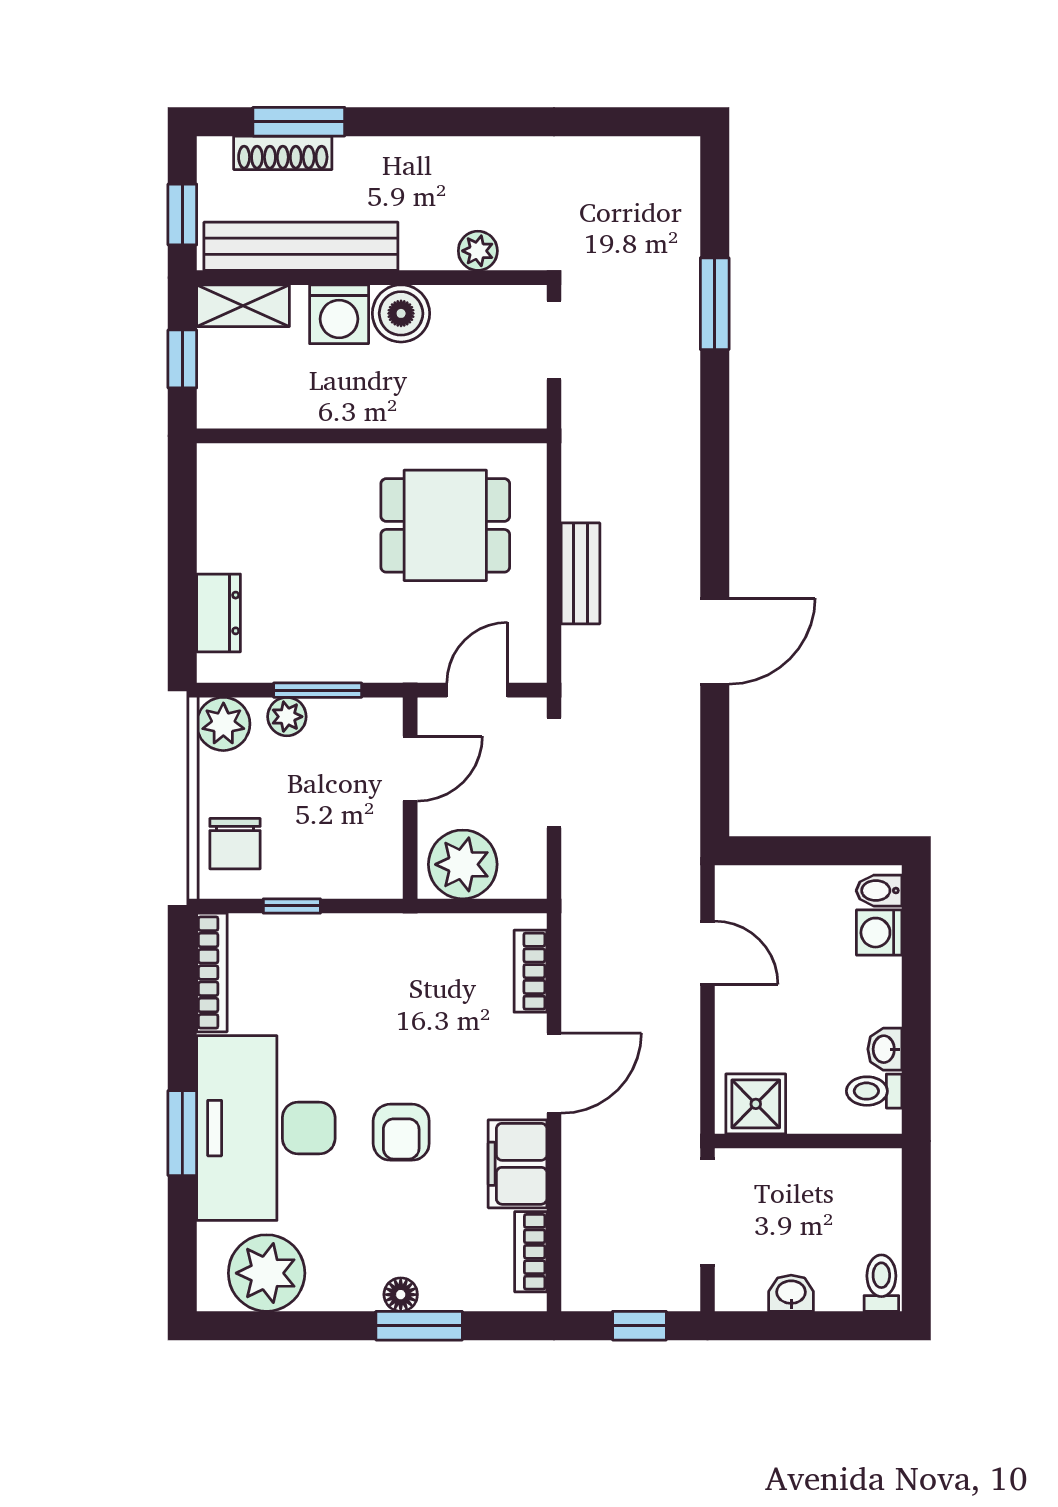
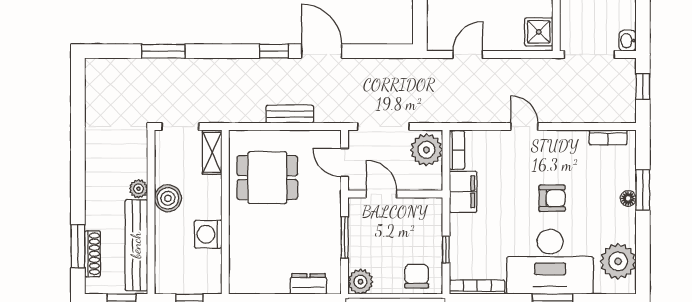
plant: (478, 251) -> (139, 189), moved
shelving: (243, 306) -> (212, 152), moved
washing machine: (339, 314) -> (208, 234), moved, turned 180
dining table: (445, 525) -> (267, 178), turned 90
window: (715, 540) -> (274, 51), added
plant: (287, 717) -> (357, 252), removed
chair: (235, 844) -> (417, 276), turned -90
plant: (463, 864) -> (426, 150), moved
bookcase: (530, 971) -> (457, 150), moved, turned -90
door: (554, 1073) -> (524, 127), width x0.73
filing cabinet: (518, 1164) -> (463, 192), moved, turned -90
washbasin: (791, 1293) -> (628, 41), moved

